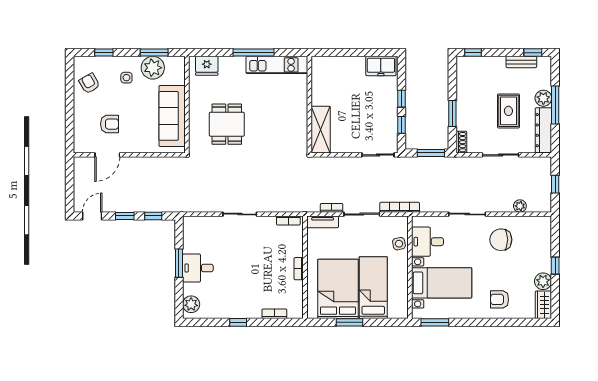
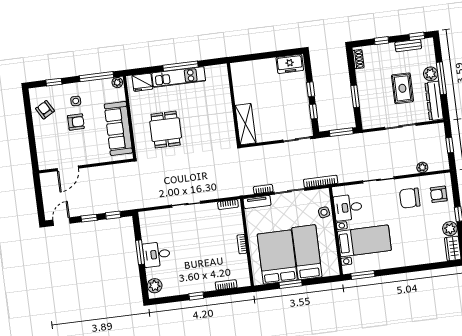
window: (154, 53) -> (96, 77), width x1.44
window: (473, 53) -> (381, 41), moved
kitchen unit: (277, 65) -> (179, 77), moved
plant: (153, 68) -> (117, 83), moved, width x0.53, depth x0.53
armchair: (109, 124) -> (76, 122), moved
shoe rack: (461, 142) -> (358, 59), moved
armchair: (500, 299) -> (439, 194), moved

